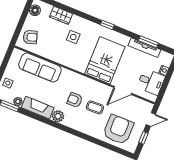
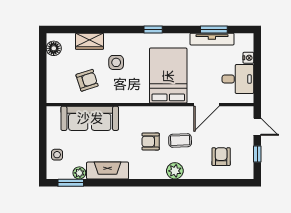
armchair: (30, 37) -> (87, 80), moved
plant: (58, 116) -> (175, 171), moved
door: (151, 119) -> (257, 127), hinge flipped
armchair: (118, 130) -> (221, 157), width x0.53, depth x0.53

